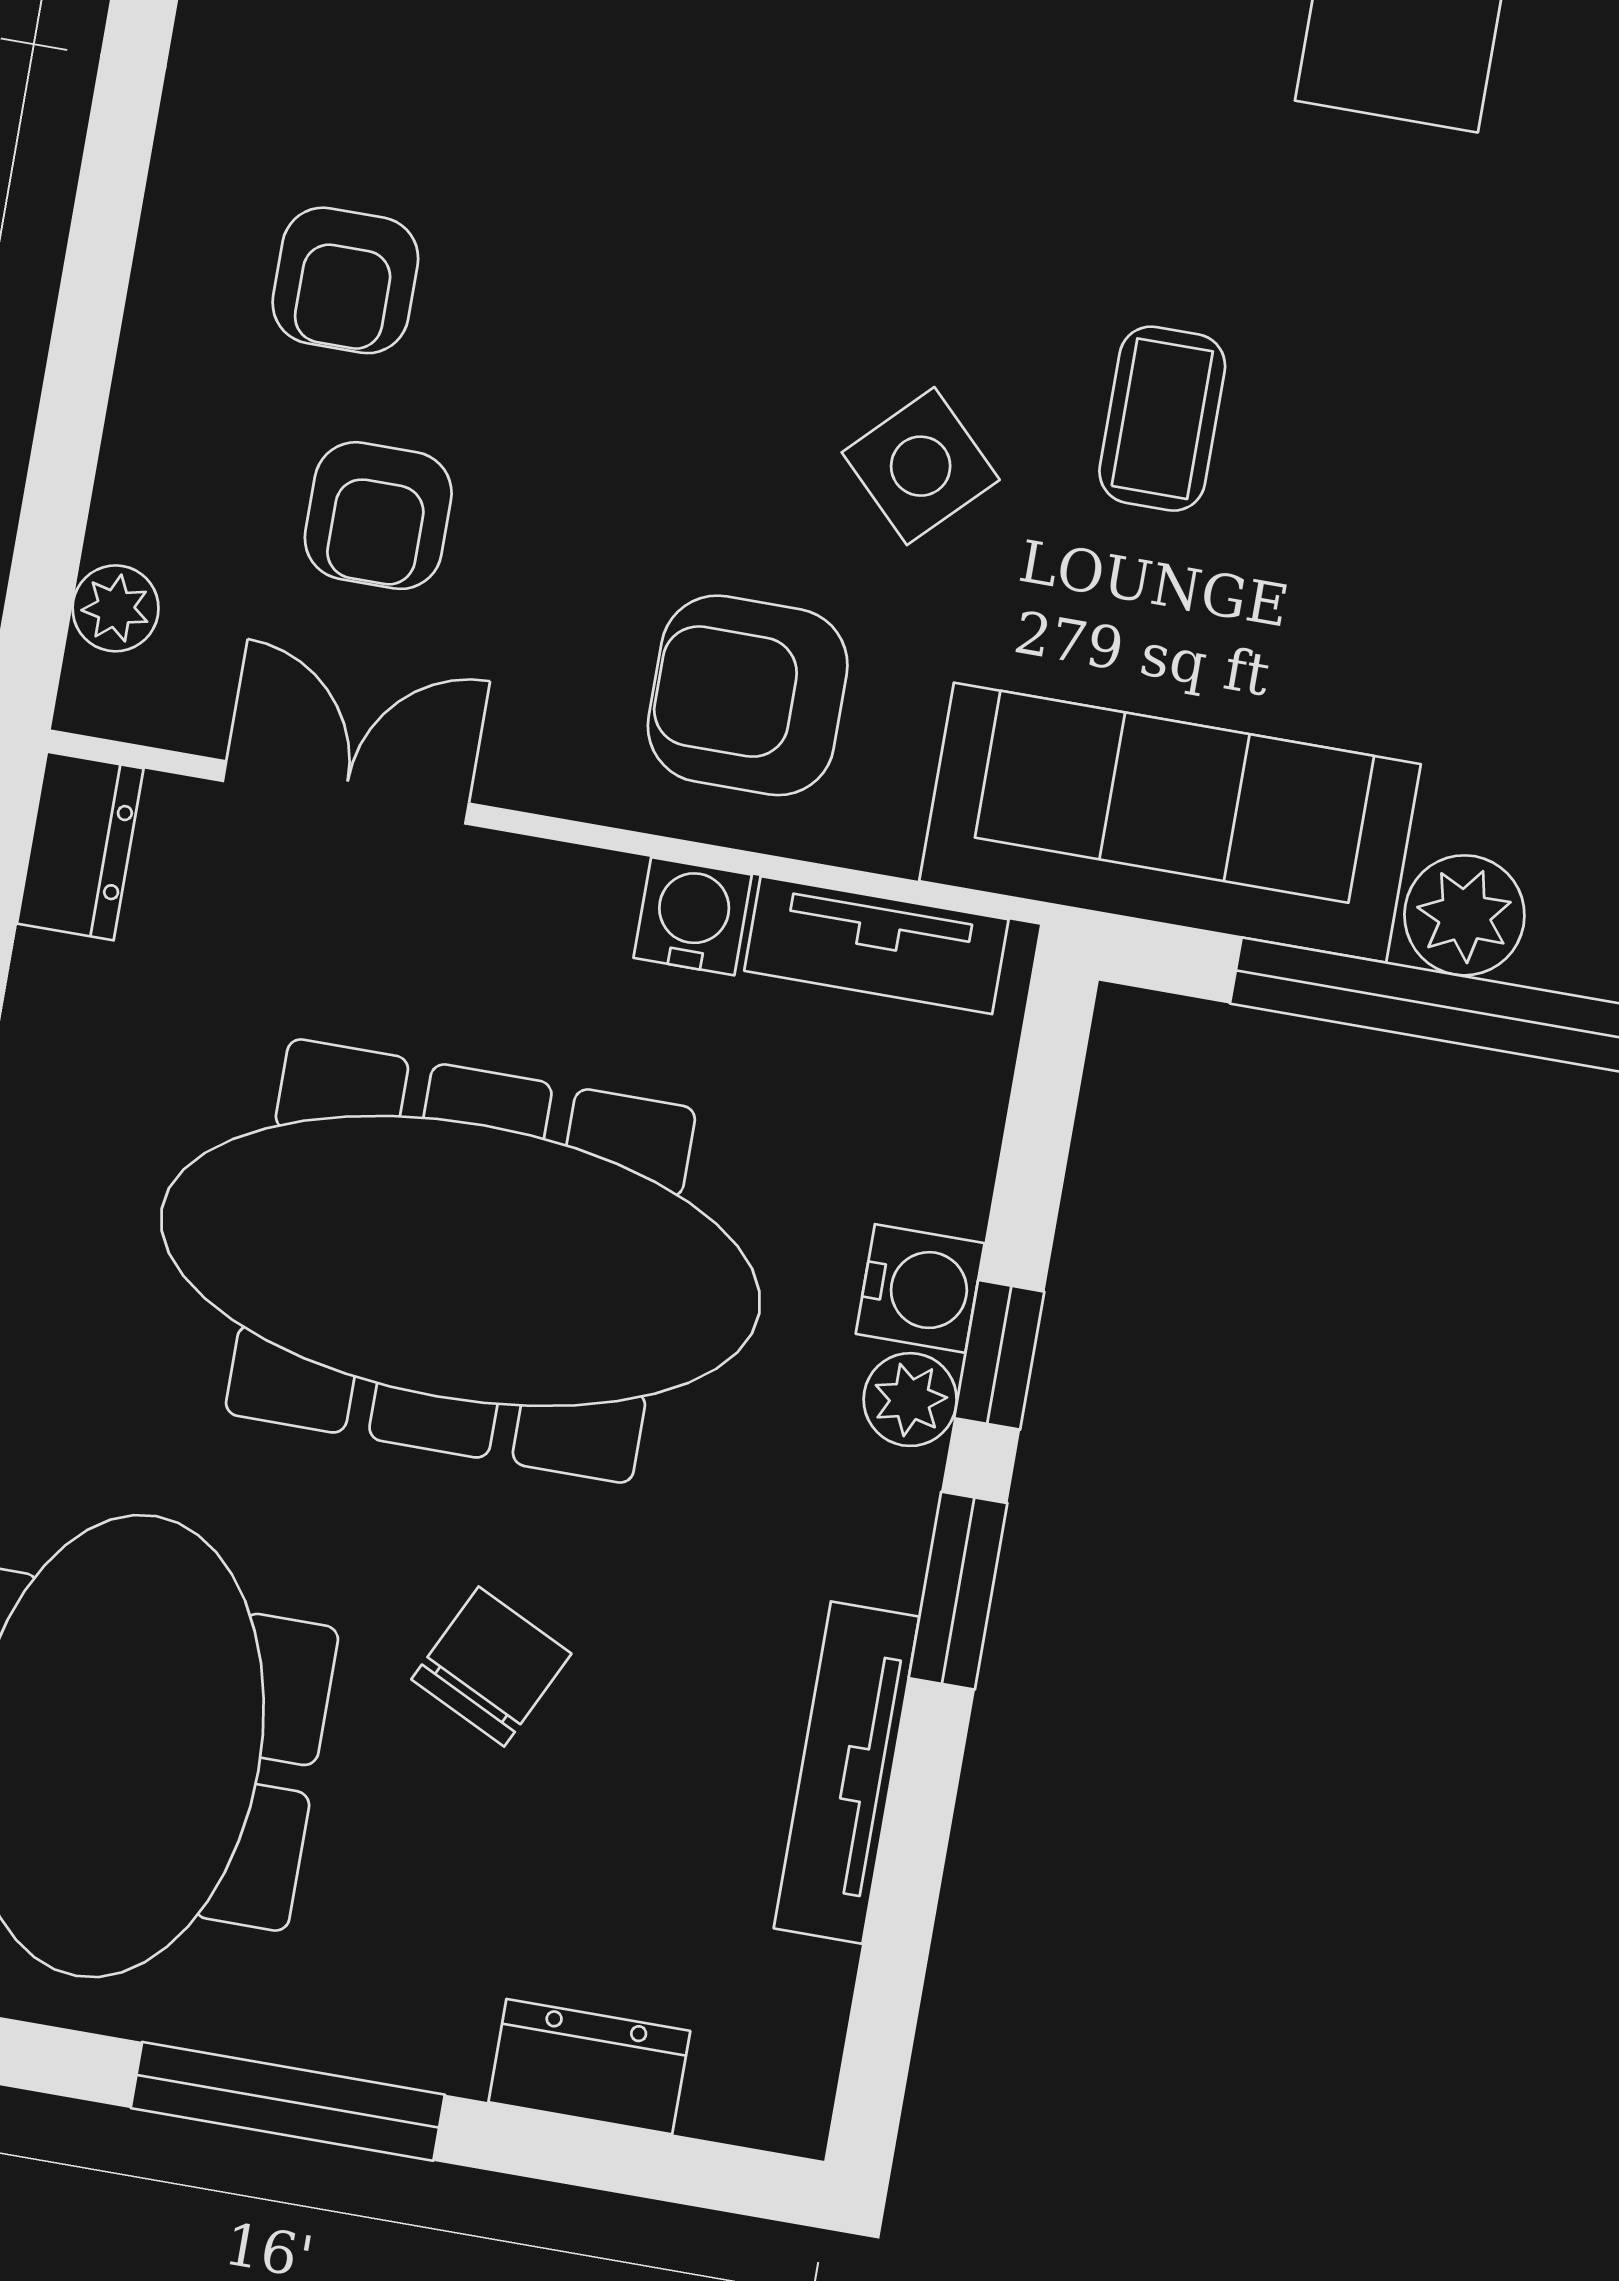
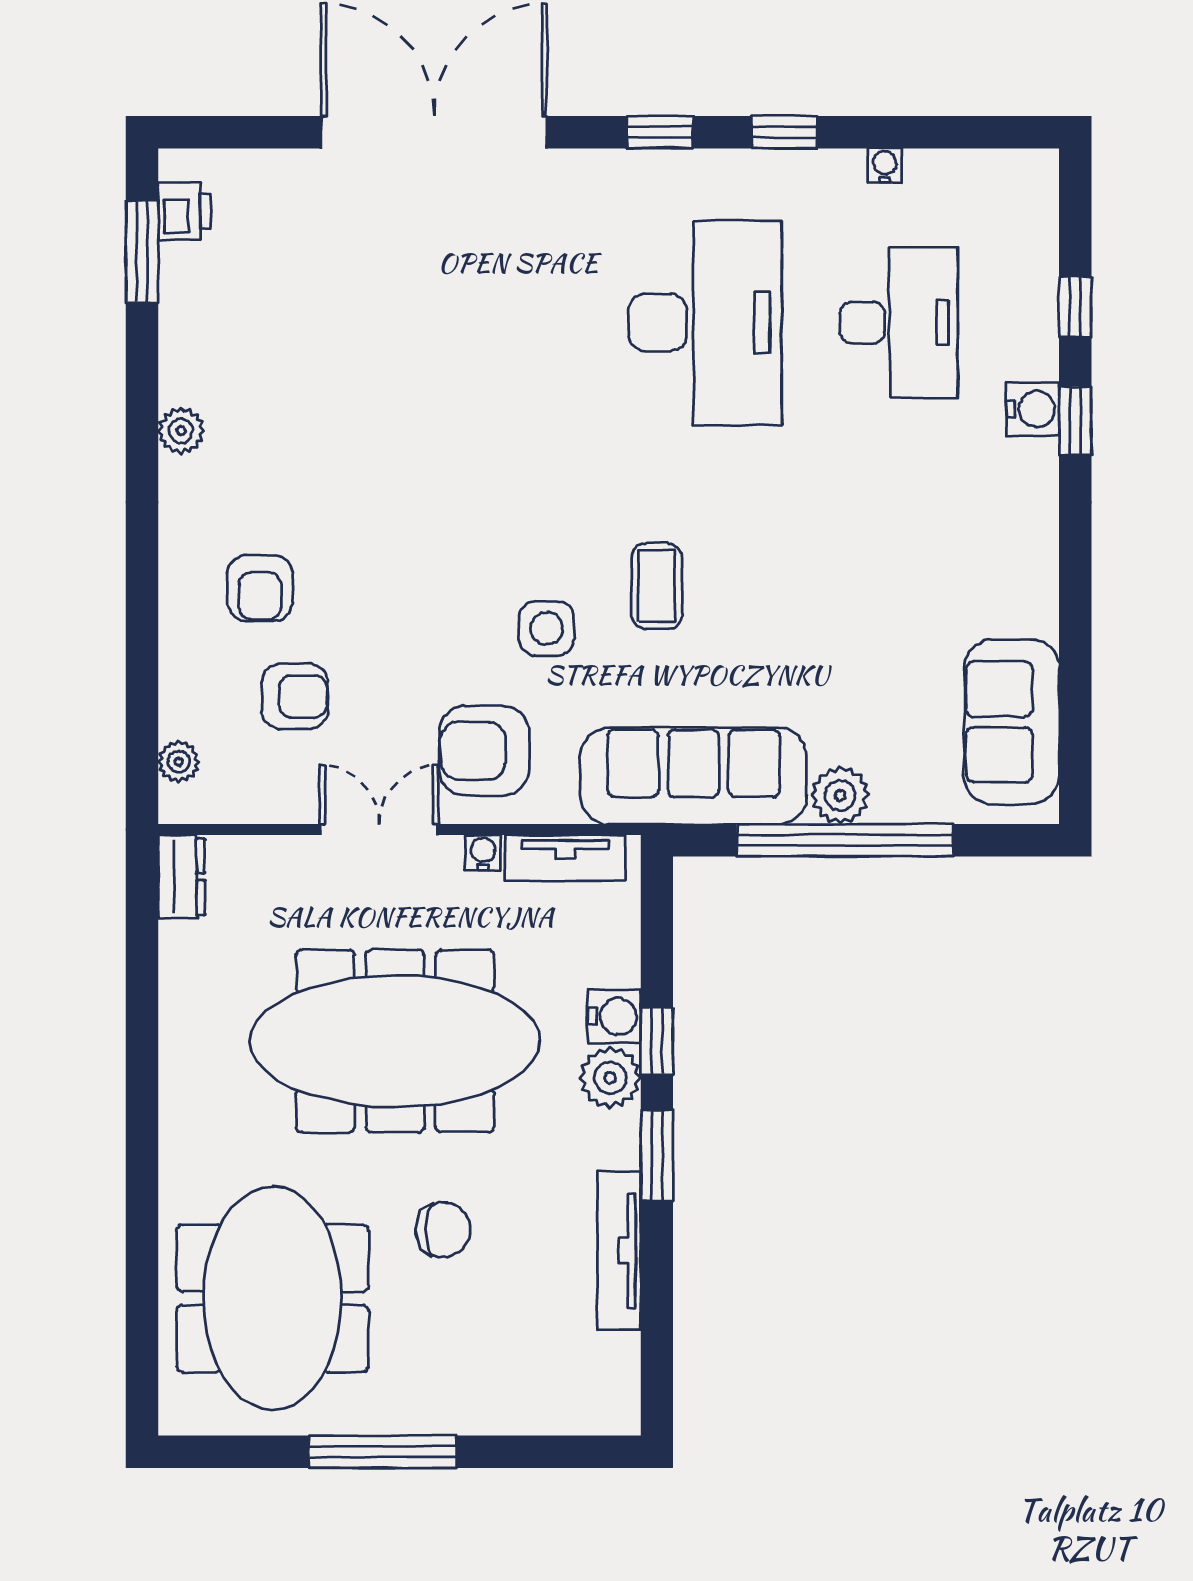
side table: (921, 466) -> (547, 628), turned 45
armchair: (378, 516) -> (295, 696), turned -90
double door: (346, 792) -> (379, 829), moved
water cooler: (693, 916) -> (483, 853), width x0.72, depth x0.72
plant: (910, 1400) -> (610, 1078), width x1.38, depth x1.38
chair: (491, 1667) -> (443, 1230), turned 64
dresser: (589, 2067) -> (522, 1410), removed

